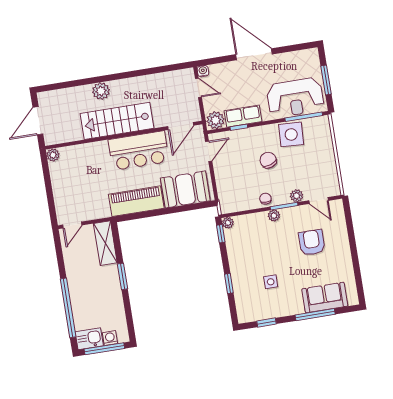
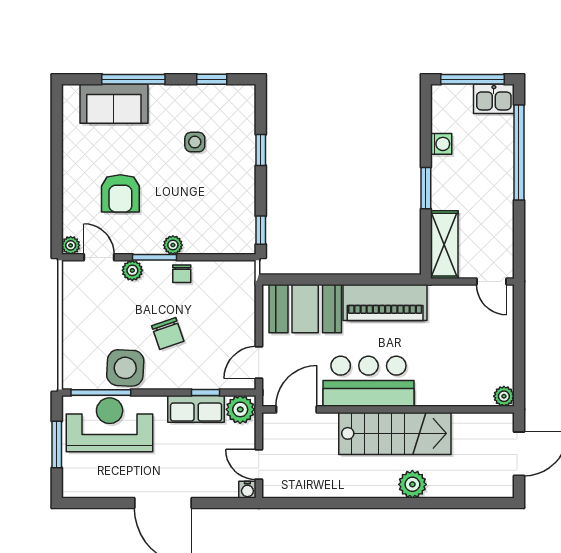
plant: (228, 223) -> (71, 245), moved
door: (72, 225) -> (492, 281), swing flipped
washing machine: (110, 338) -> (441, 144), moved, turned -90

